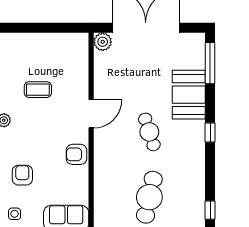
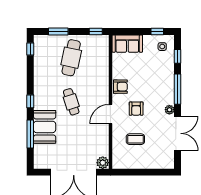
window: (210, 63) -> (30, 134), moved
coffee table: (38, 90) -> (135, 139), moved
armchair: (22, 175) -> (136, 109), moved

